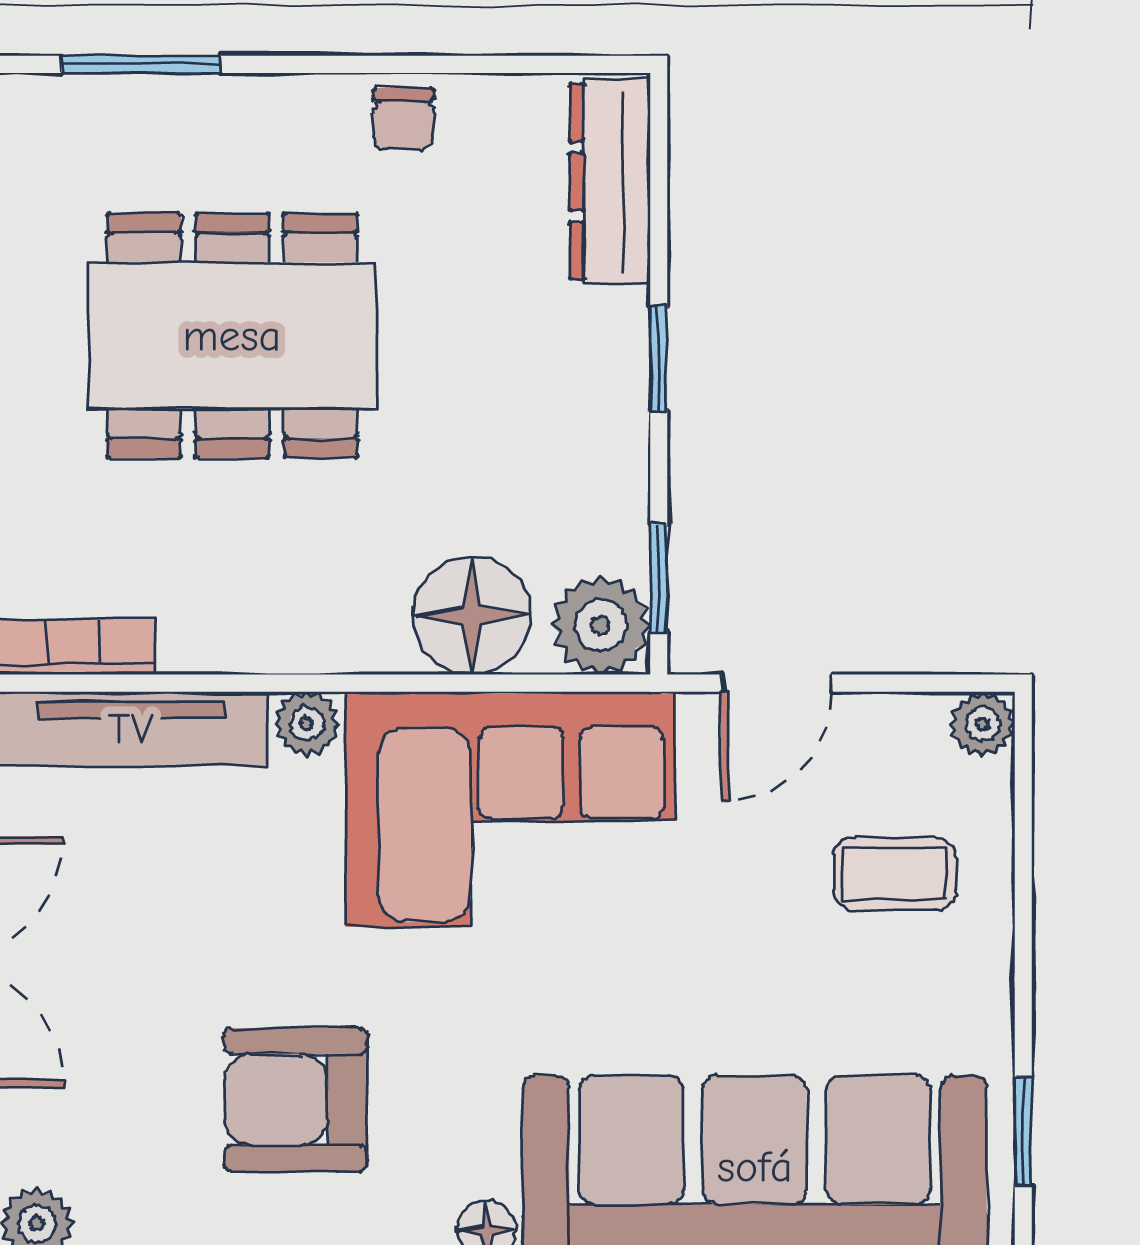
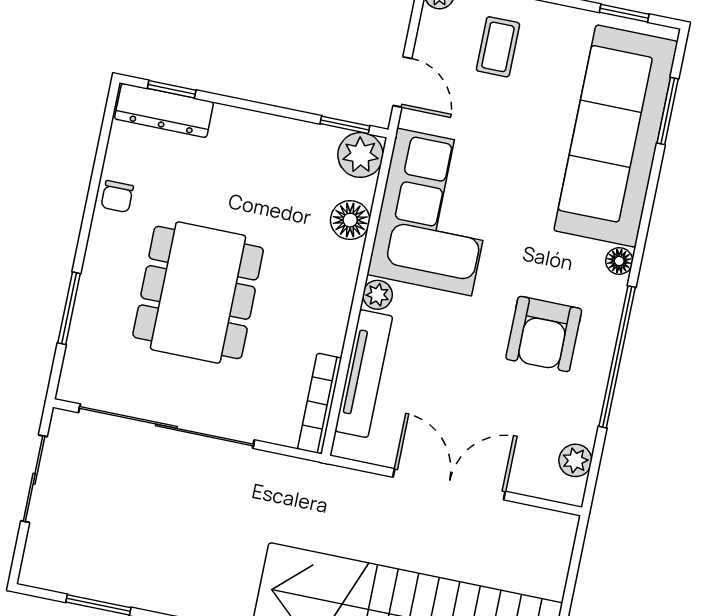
chair: (403, 119) -> (117, 196), turned 90
window: (659, 358) -> (172, 89), moved
floor lamp: (472, 615) -> (350, 220), width x0.73, depth x0.73

